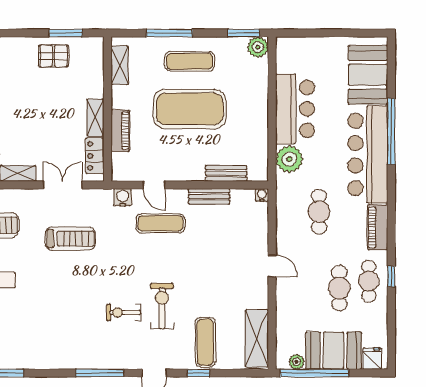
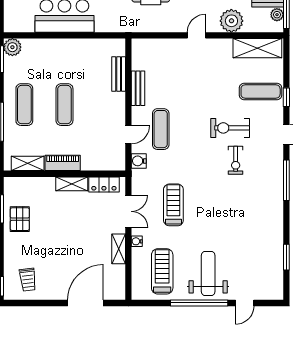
exercise mat: (190, 109) -> (64, 105), width x0.50, depth x0.69
piano: (120, 131) -> (63, 163), moved
plant: (289, 159) -> (231, 21), moved
double door: (63, 185) -> (128, 211), swing flipped
water cooler: (262, 195) -> (137, 241), moved

